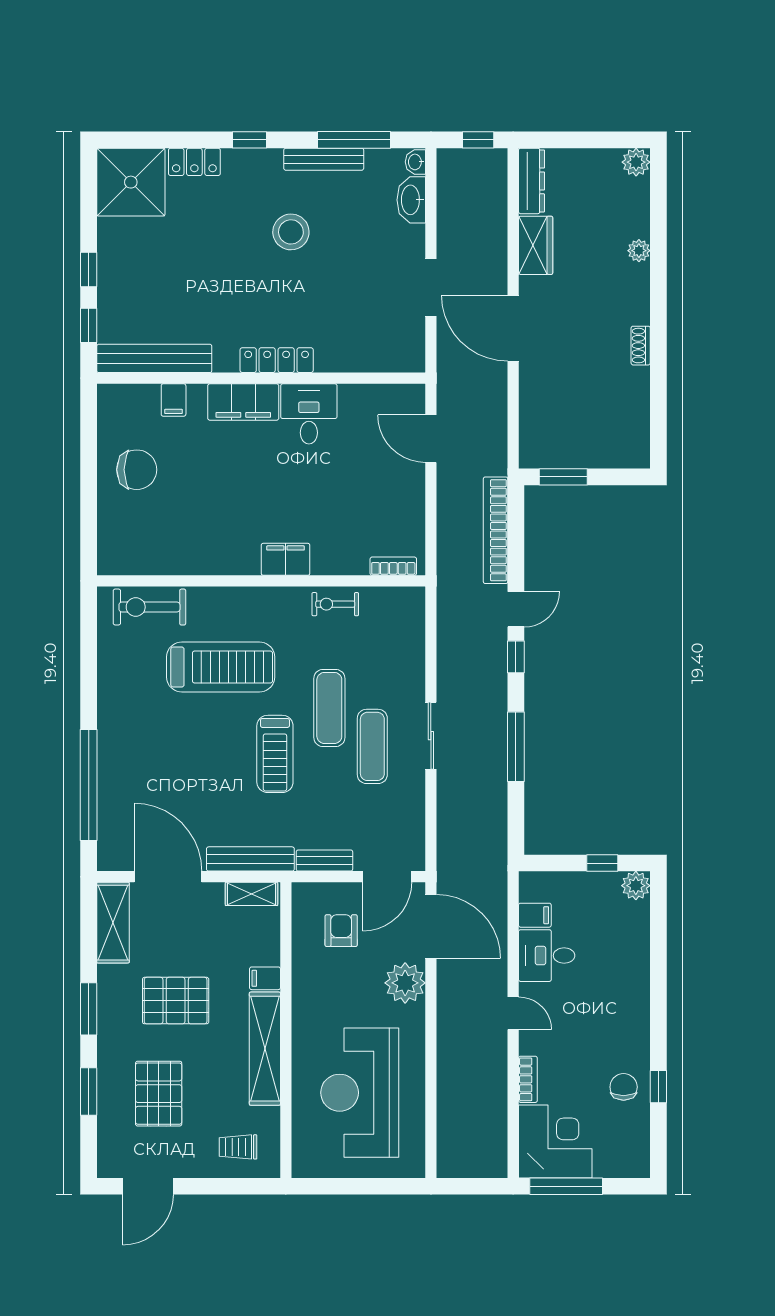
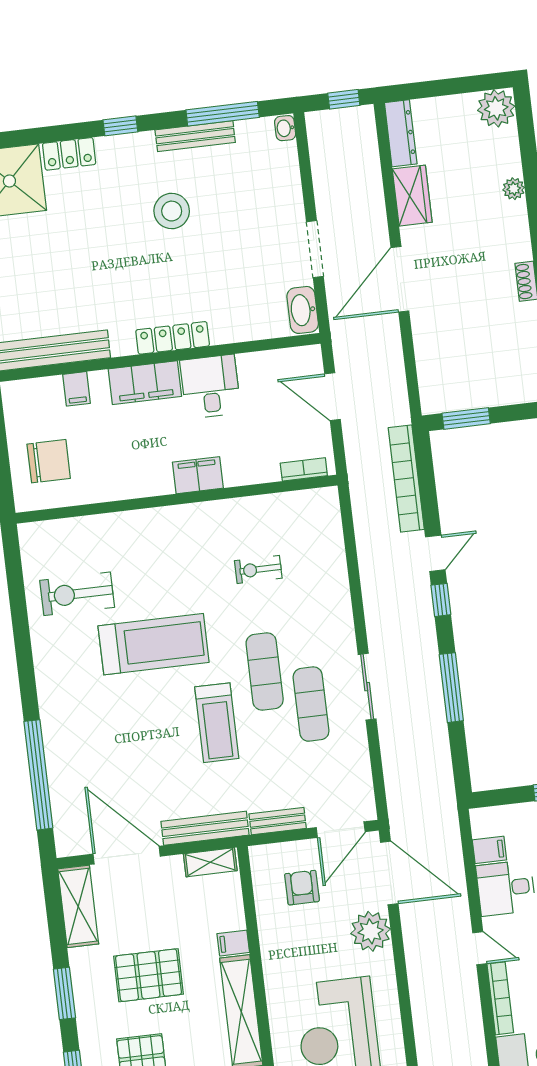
plant: (636, 162) -> (496, 108), width x1.36, depth x1.36
washbasin: (411, 200) -> (303, 310), moved
door: (513, 328) -> (400, 279), hinge flipped
filing cabinet: (286, 559) -> (198, 475), moved
bookcase: (393, 566) -> (304, 469), moved
wall: (261, 581) -> (176, 499), moved
bookcase: (528, 1079) -> (500, 998), width x1.56

